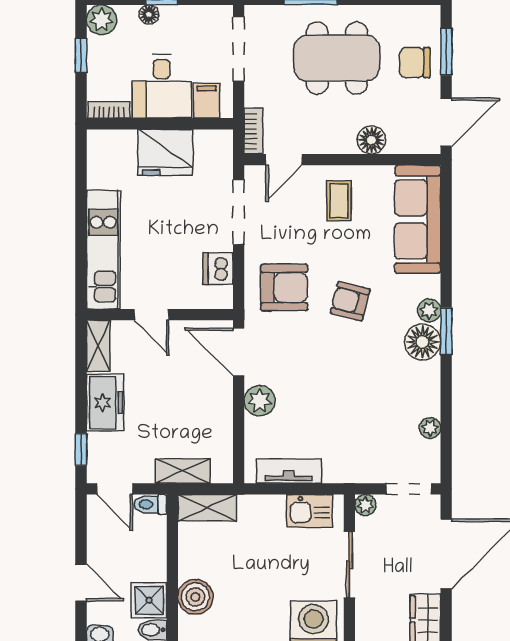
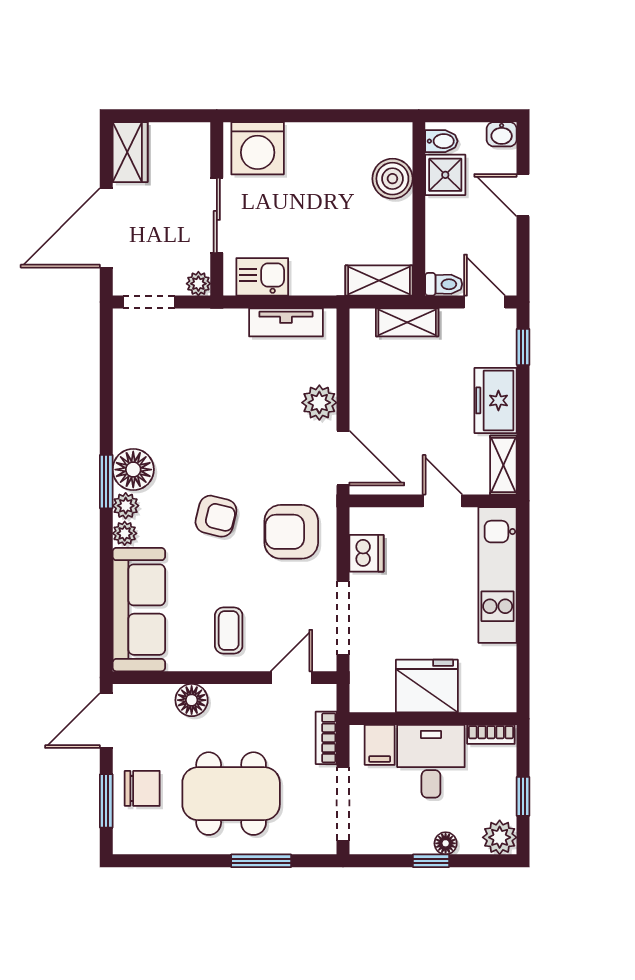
bookcase: (253, 131) -> (326, 738), moved
plant: (430, 428) -> (125, 533), moved

